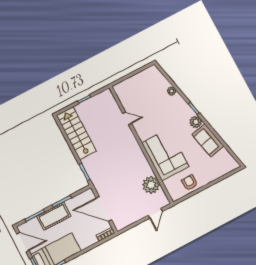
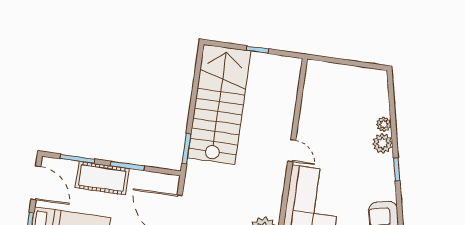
door: (127, 118) -> (292, 151), moved
plant: (196, 122) -> (383, 143), moved
stairs: (76, 133) -> (219, 104), width x1.36, depth x1.51

